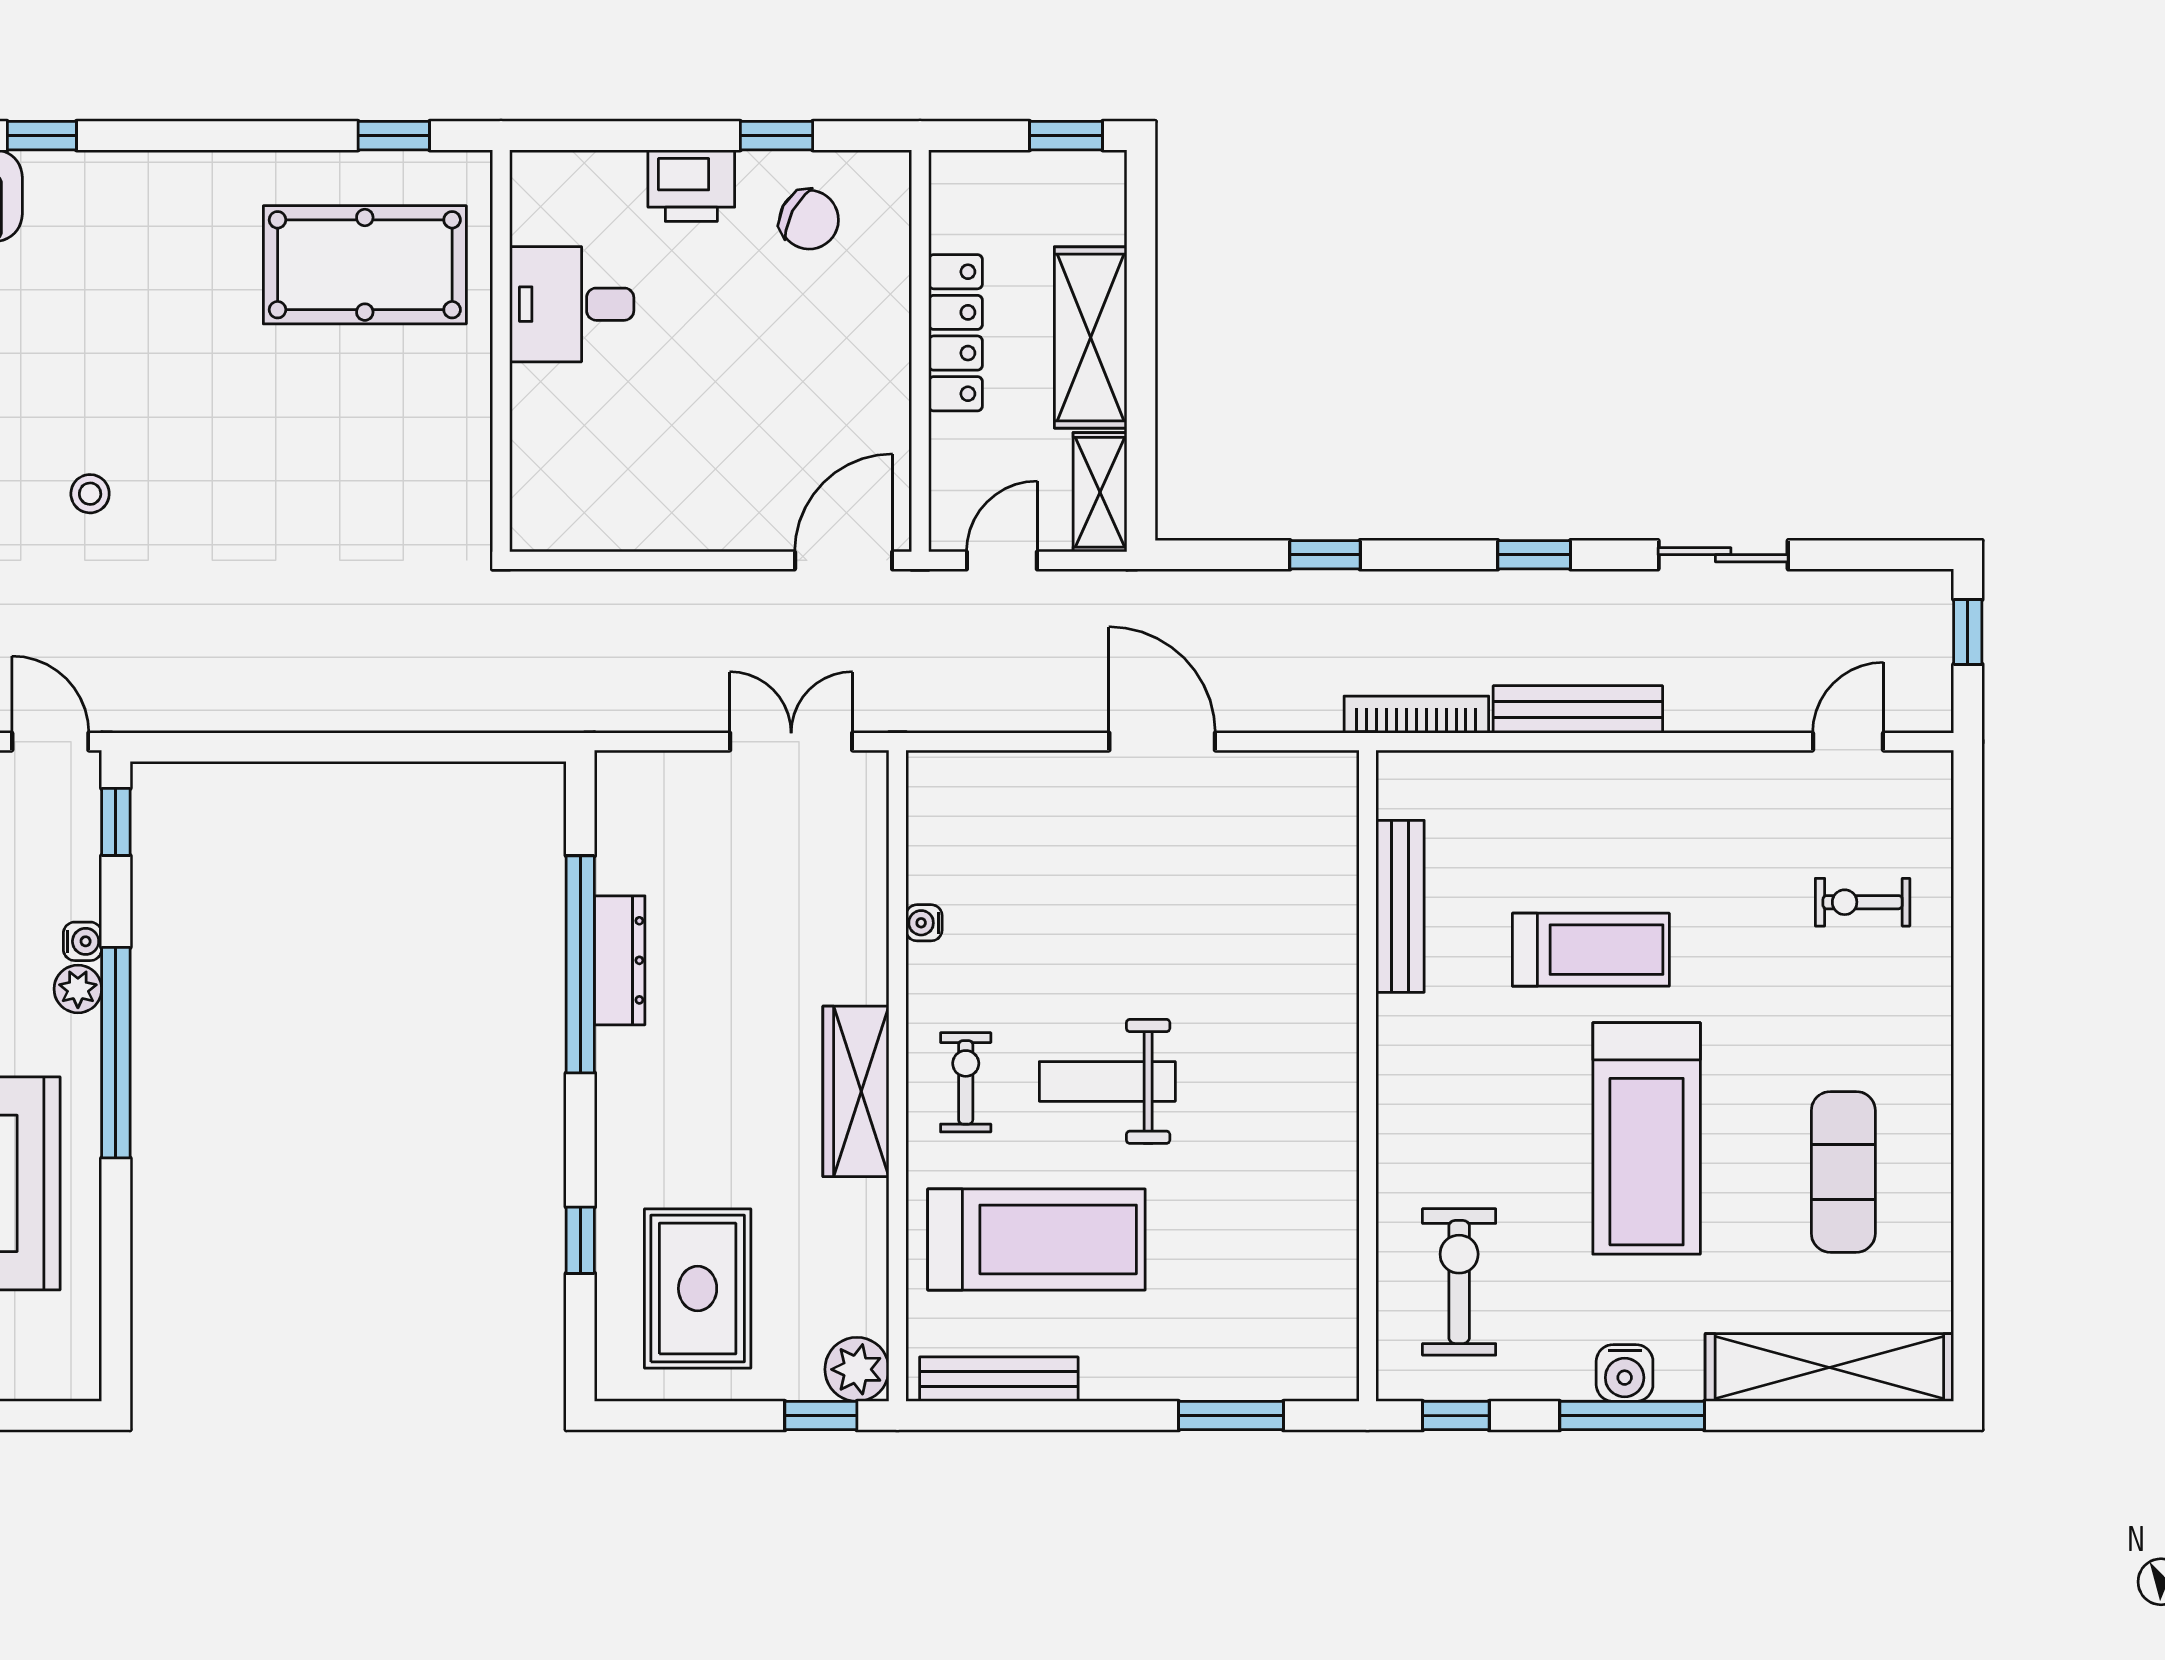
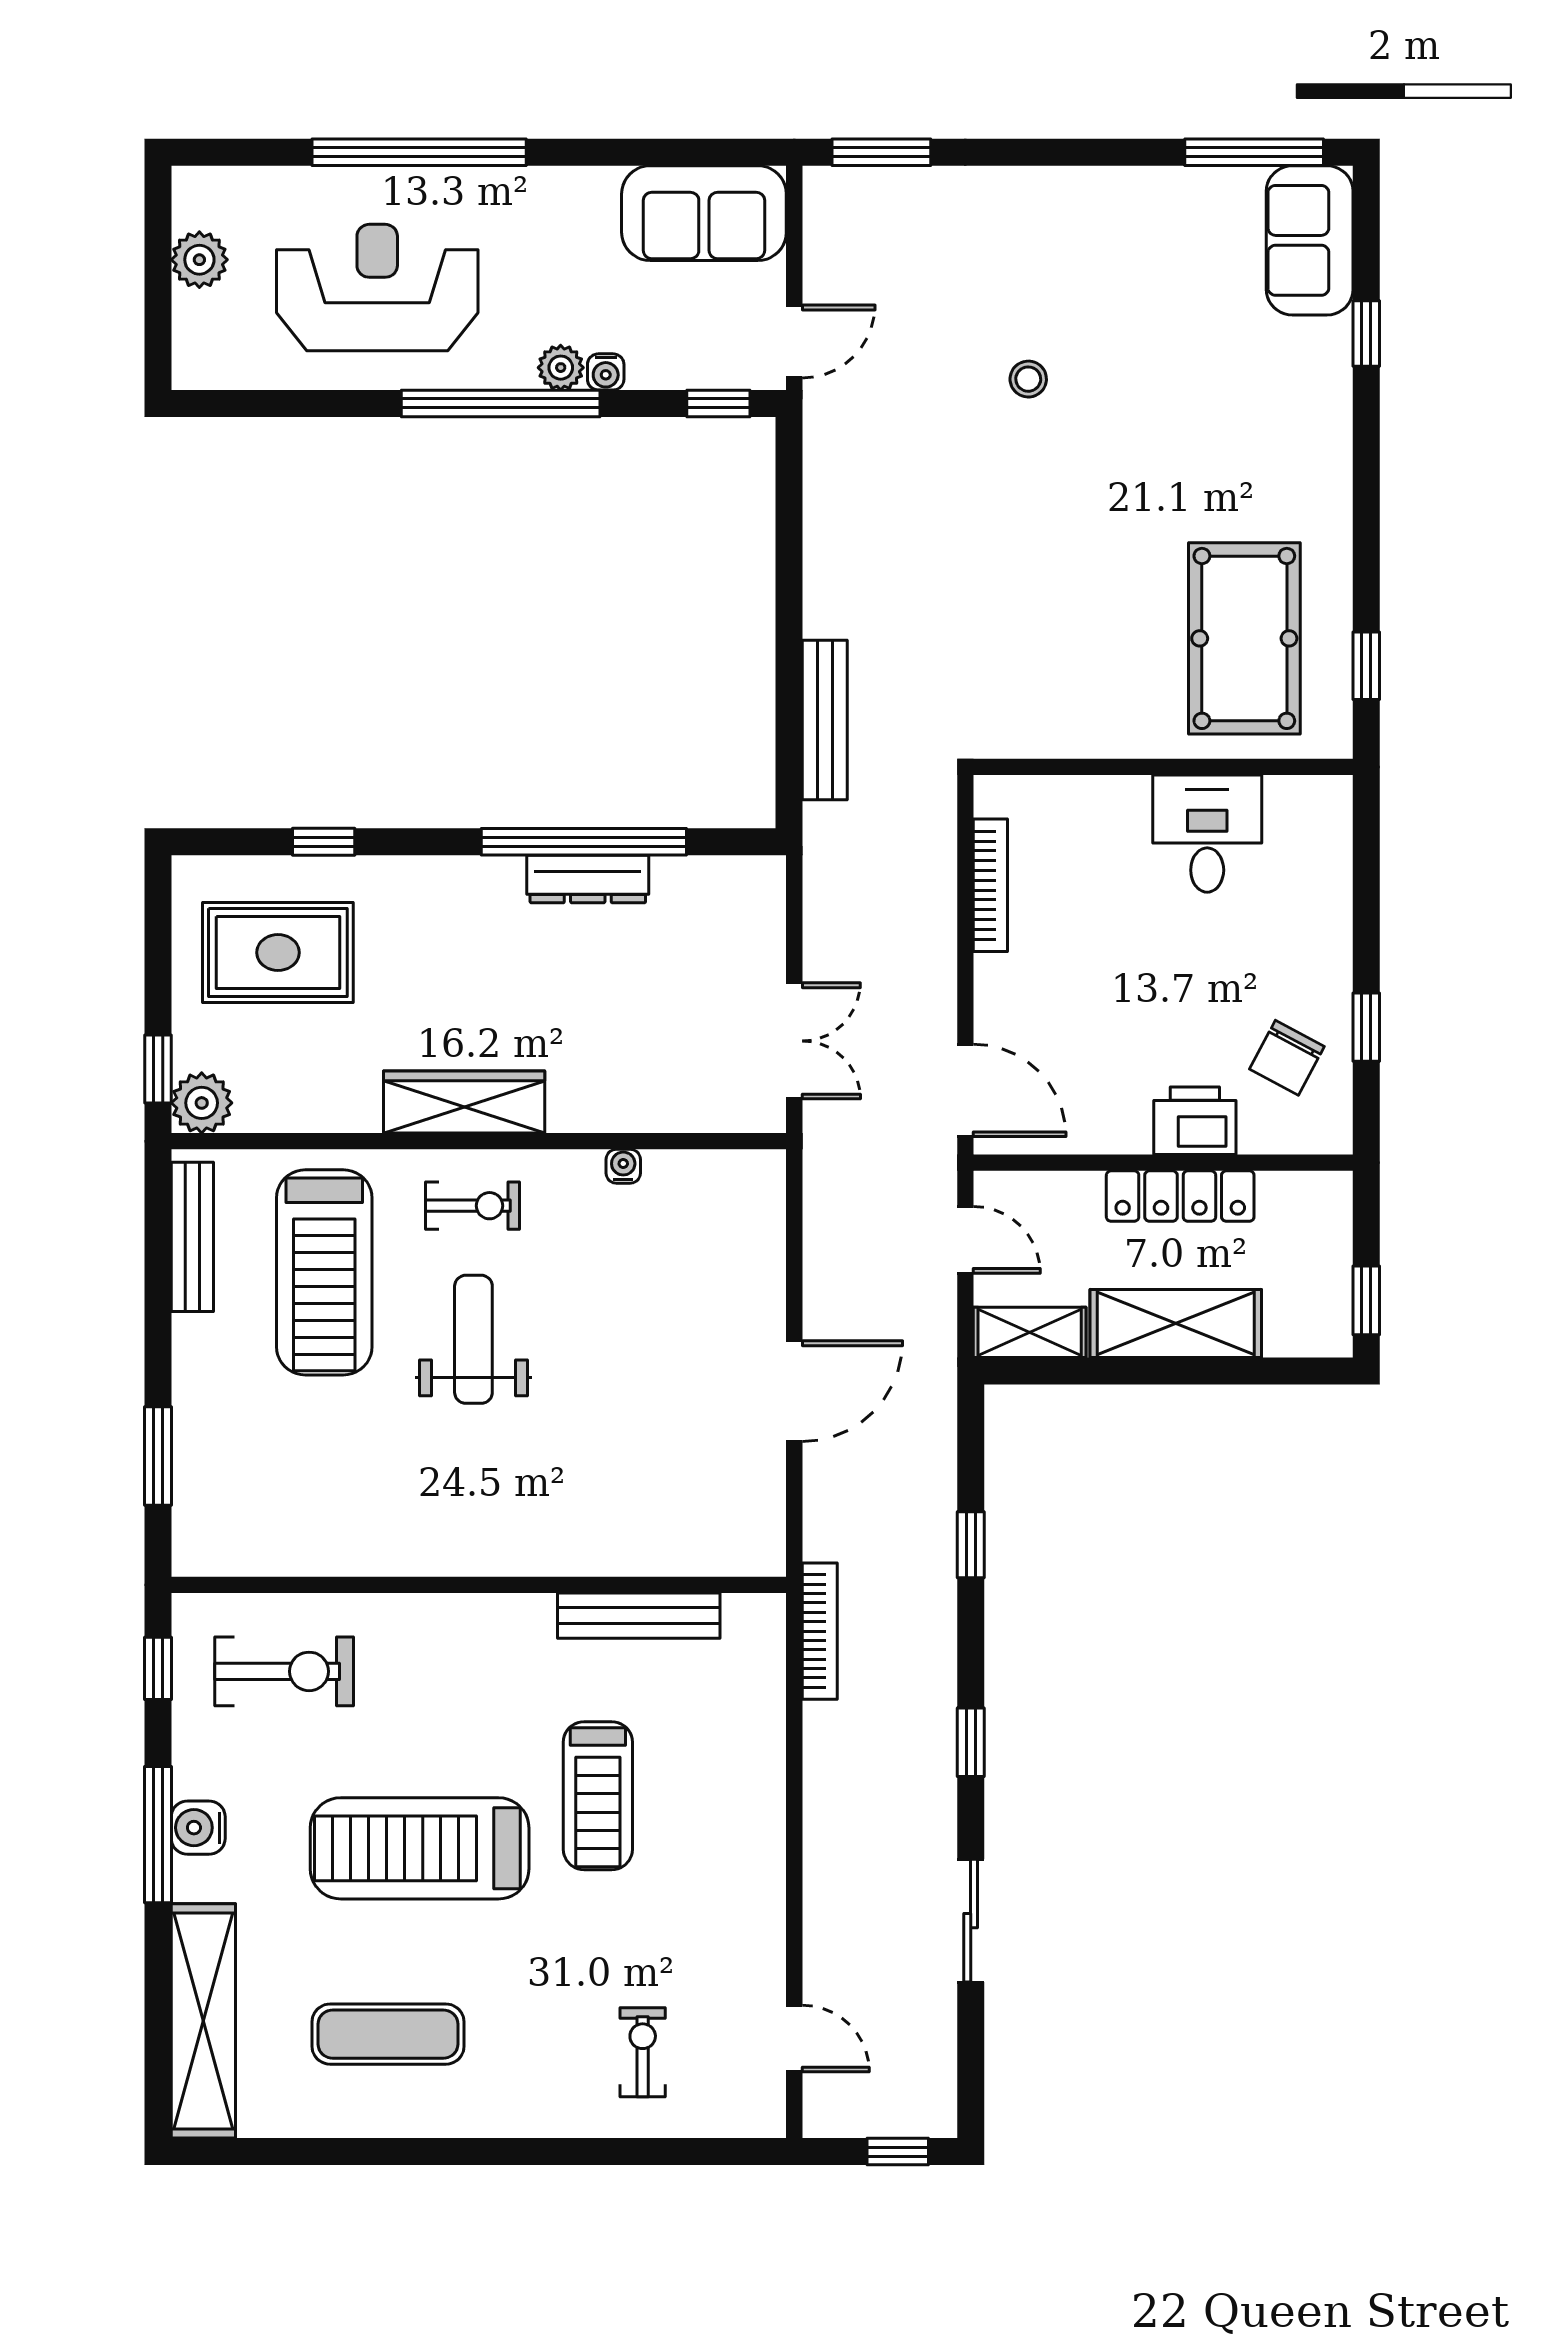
printer: (691, 186) -> (1195, 1121), moved, turned 90
bookcase: (626, 534) -> (990, 885), added
bench: (1578, 709) -> (825, 720), moved

